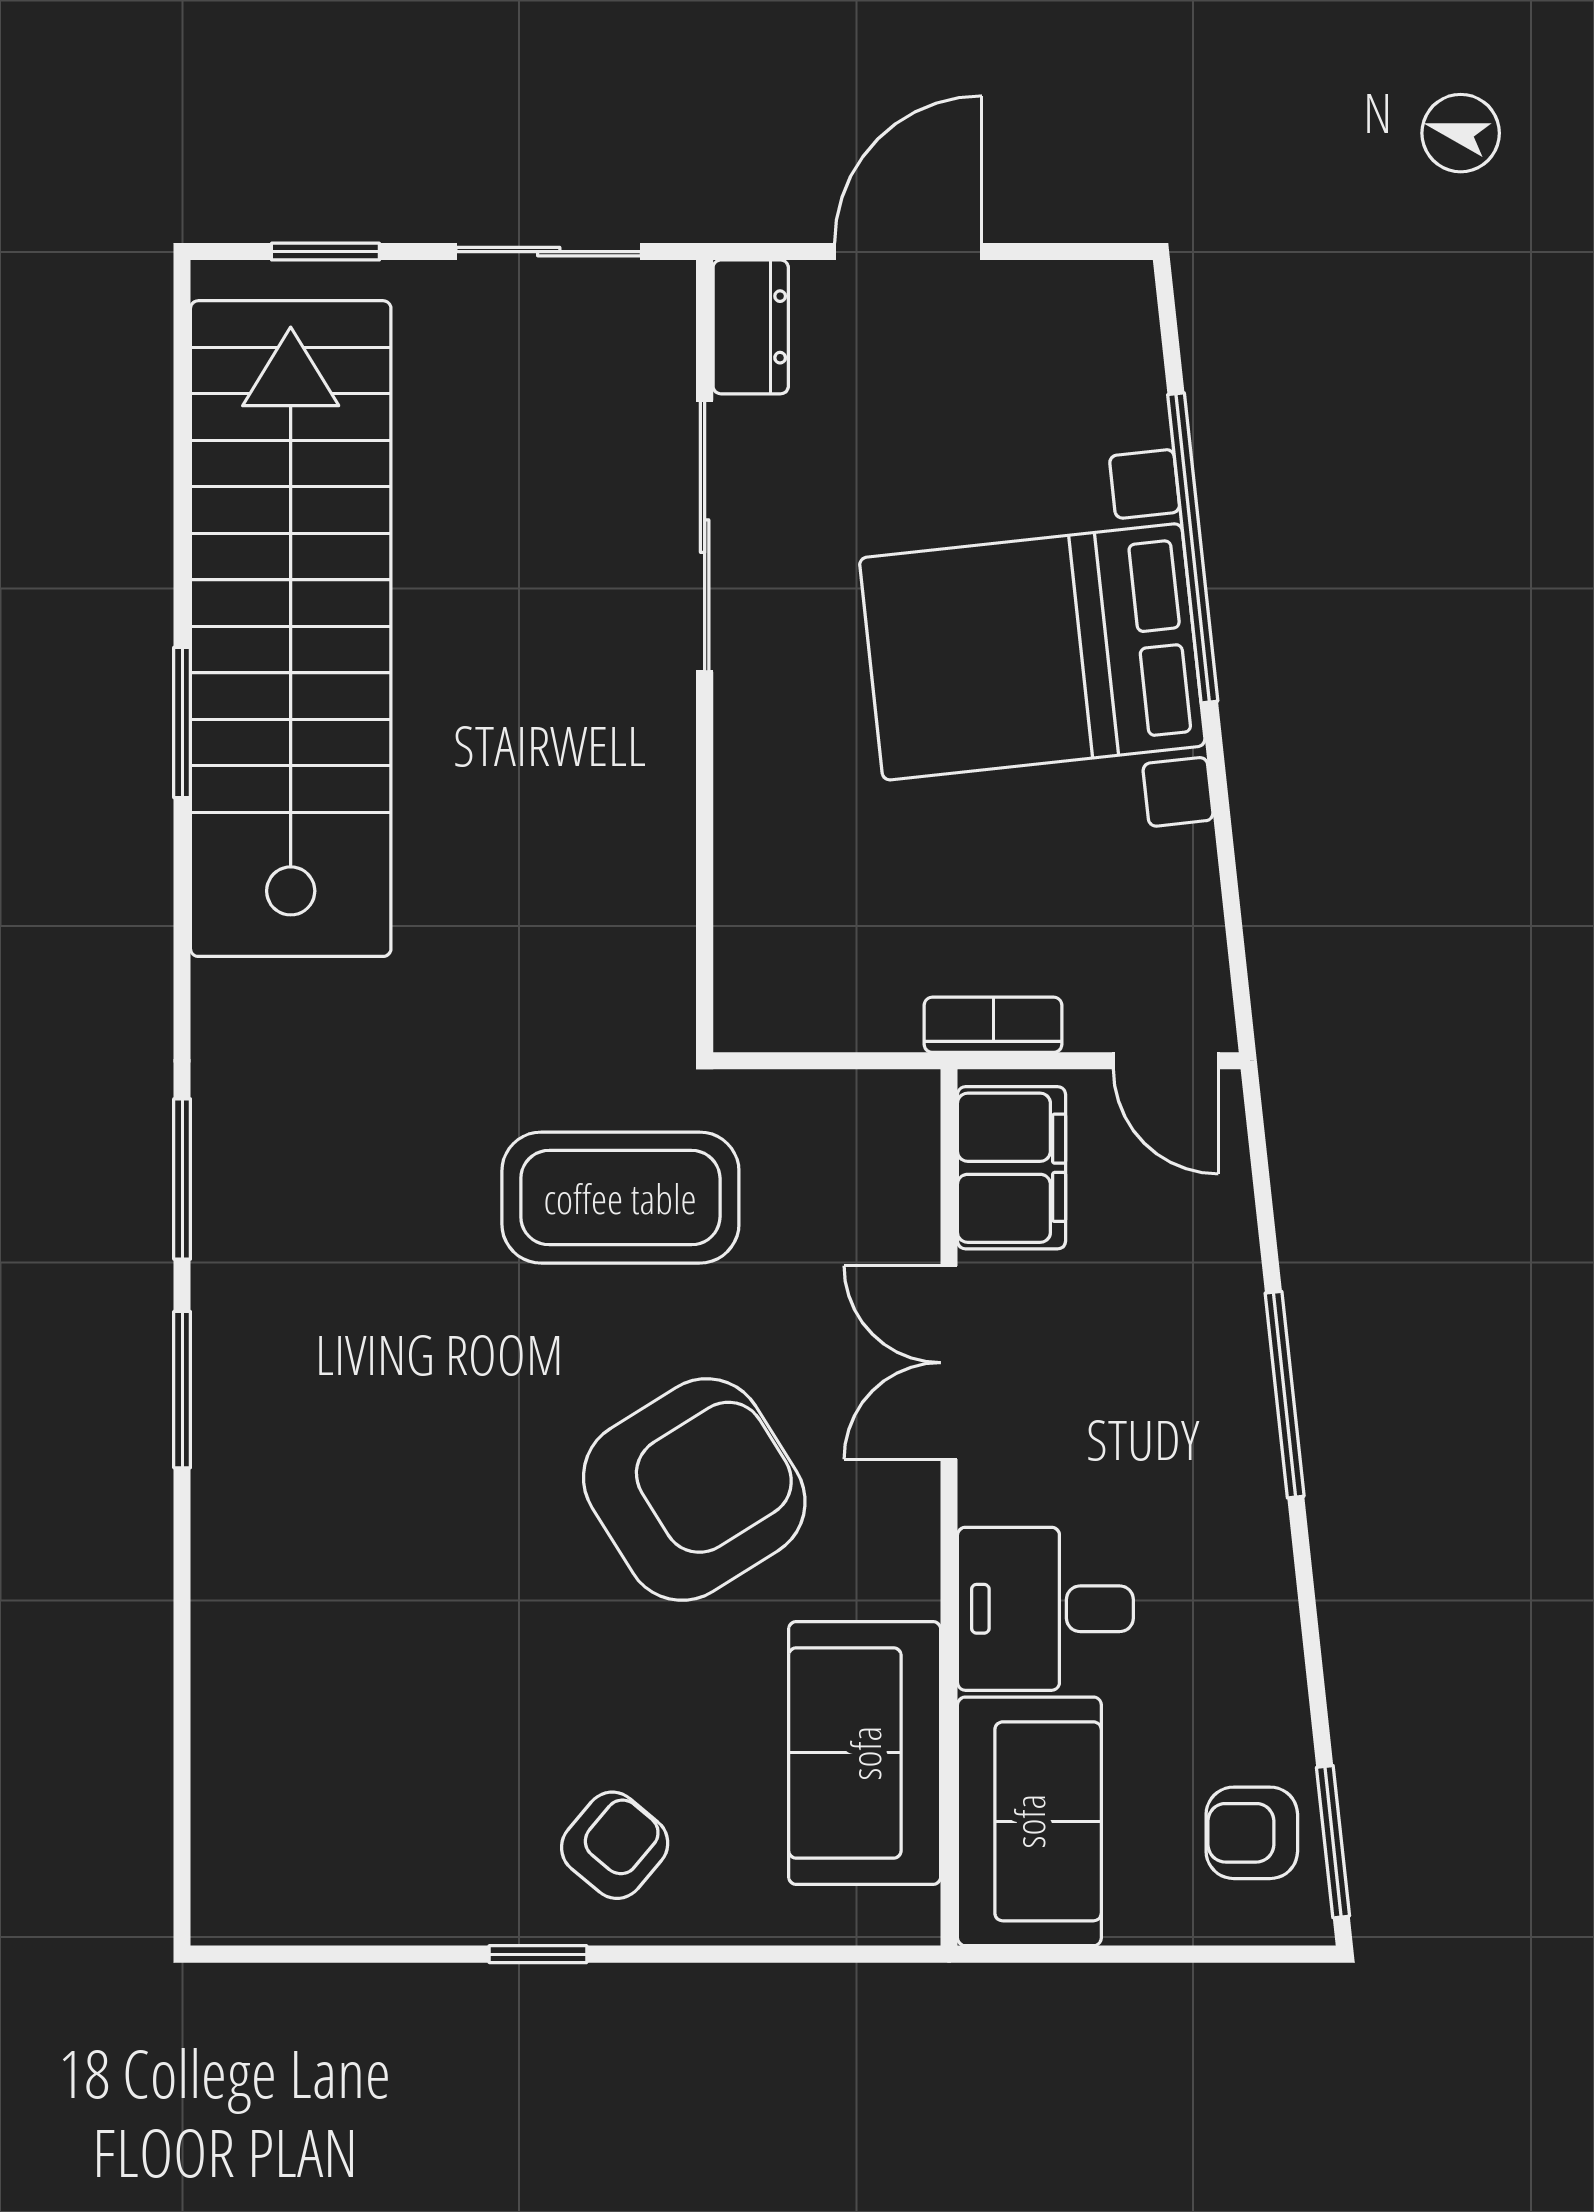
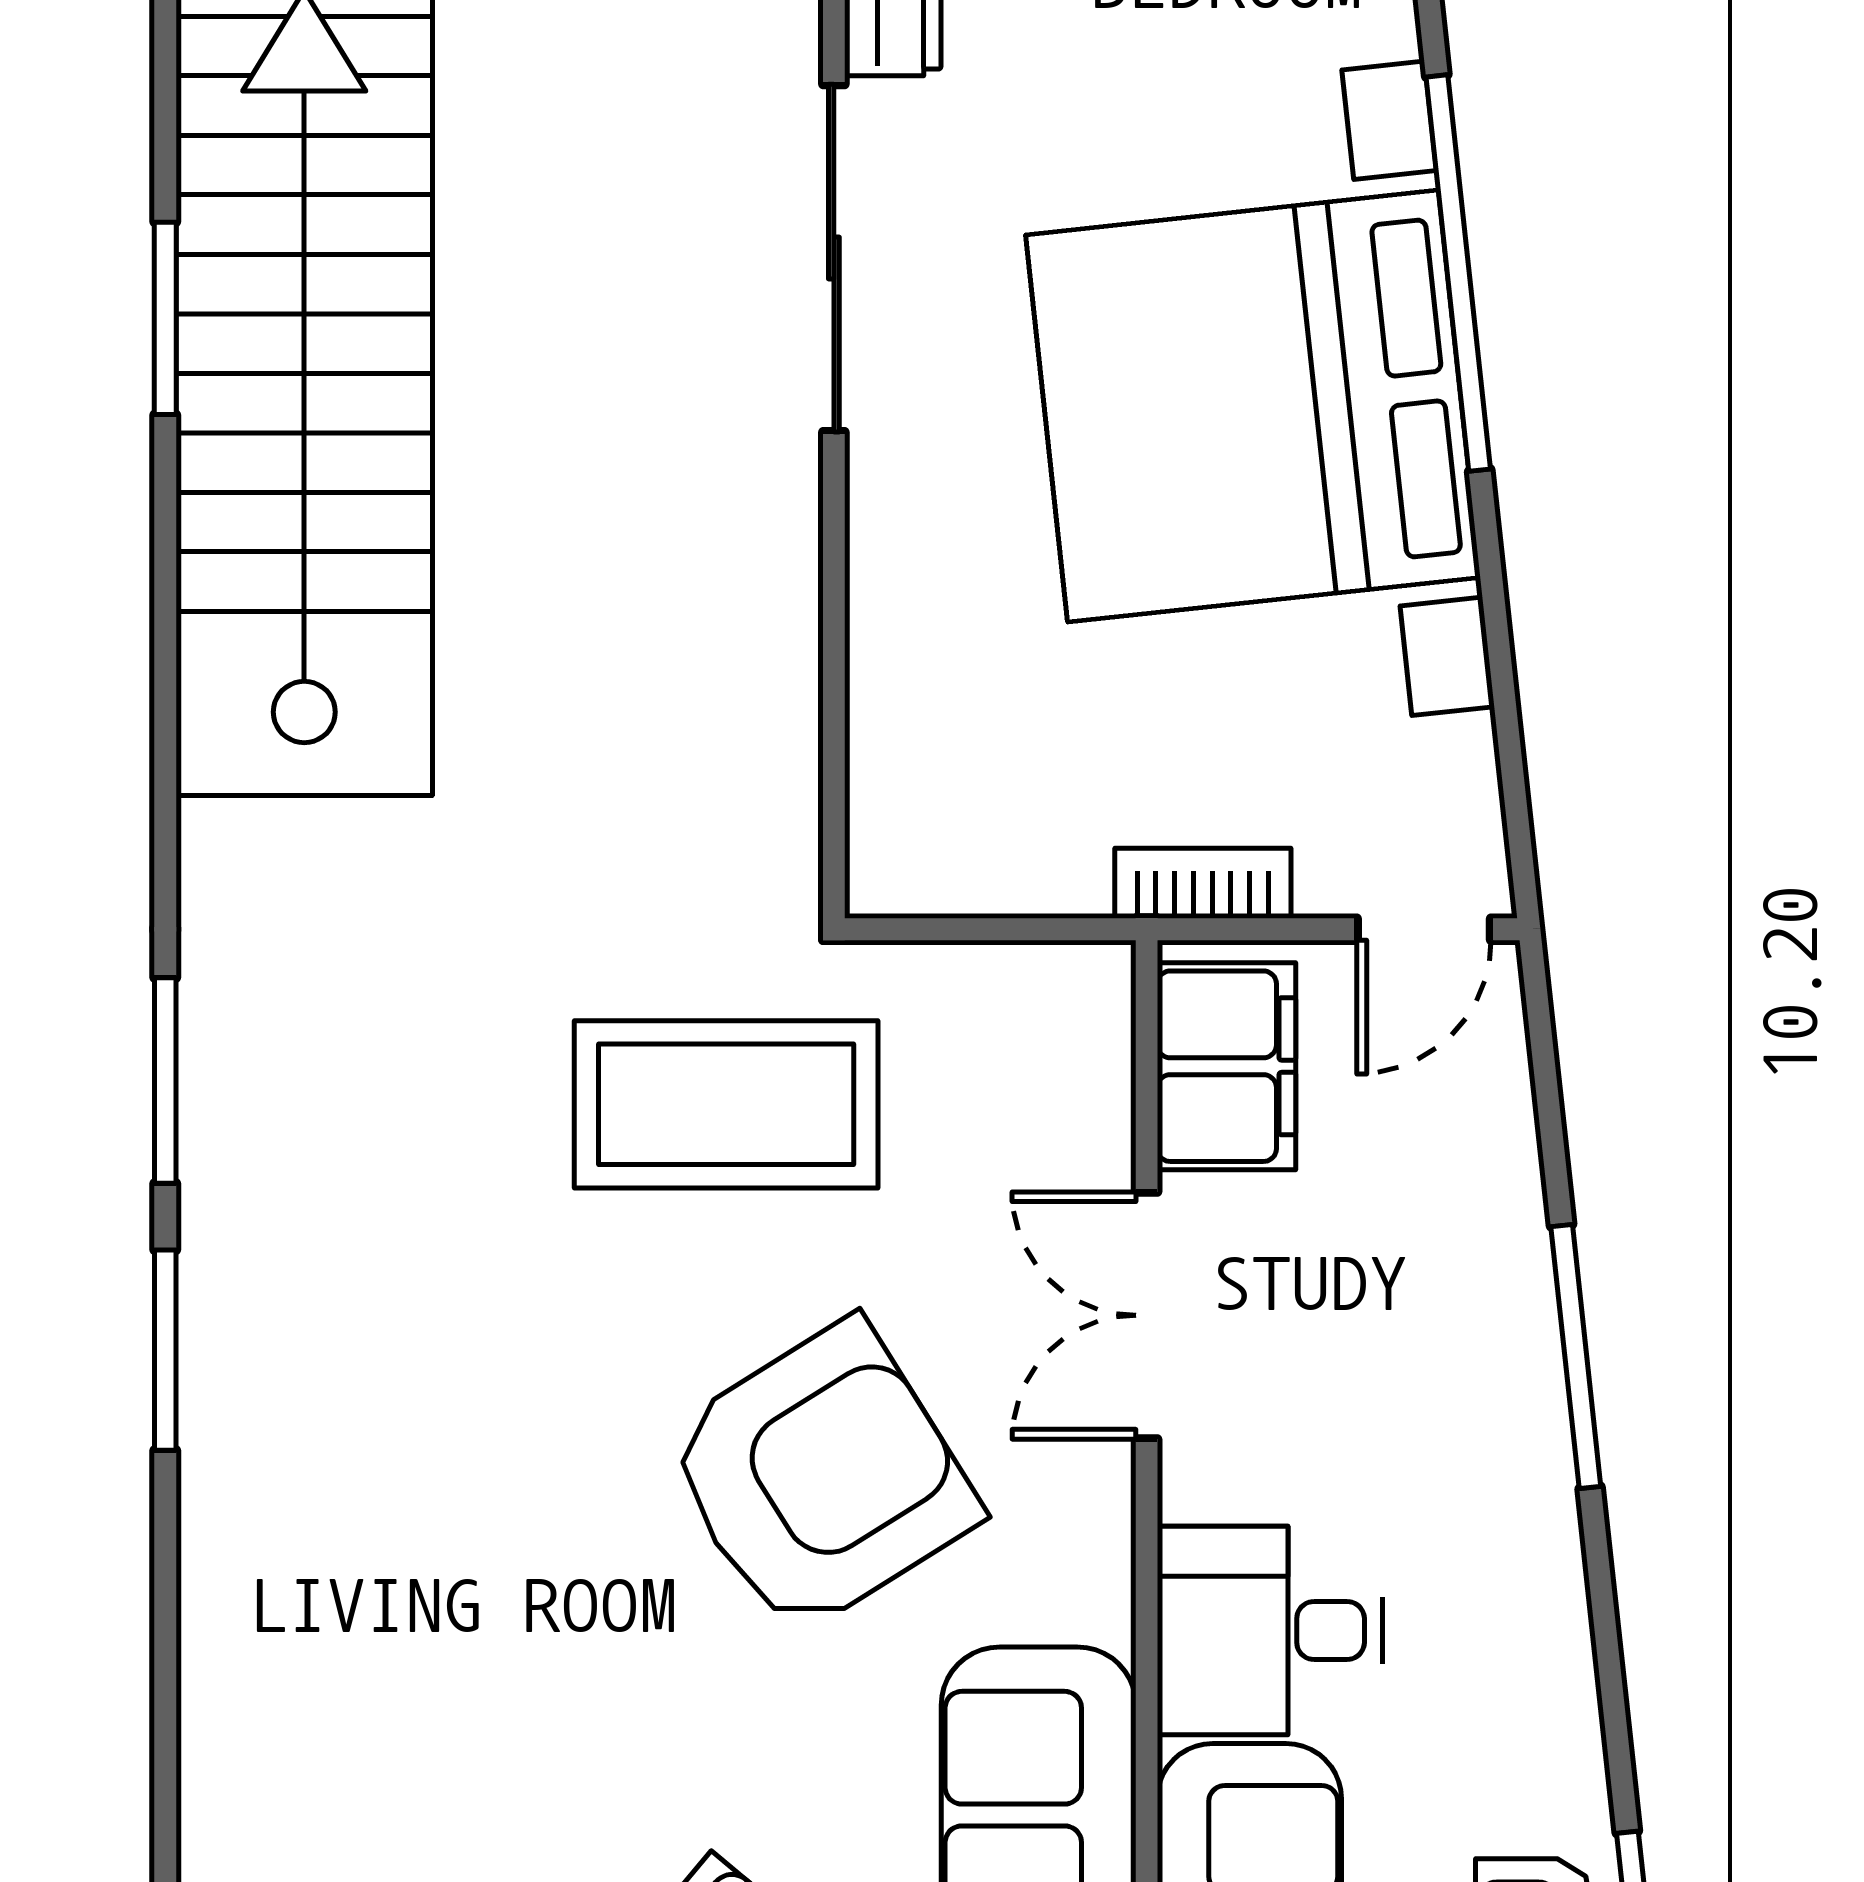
bed with nightstands: (1032, 652) -> (1253, 406), width x1.36
window: (182, 722) -> (165, 318), moved
door: (1166, 1061) -> (1424, 929), hinge flipped

